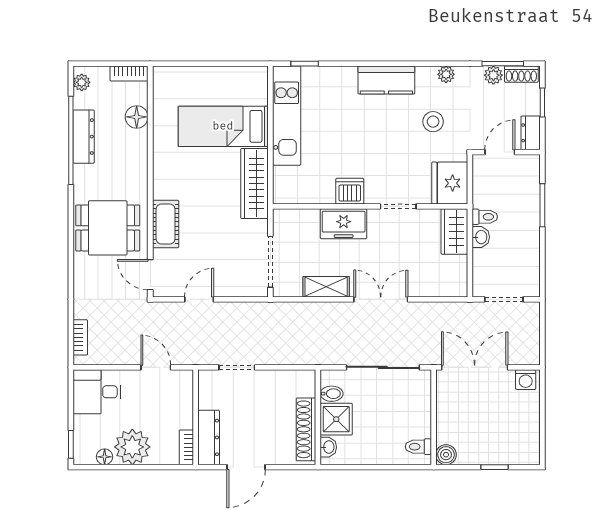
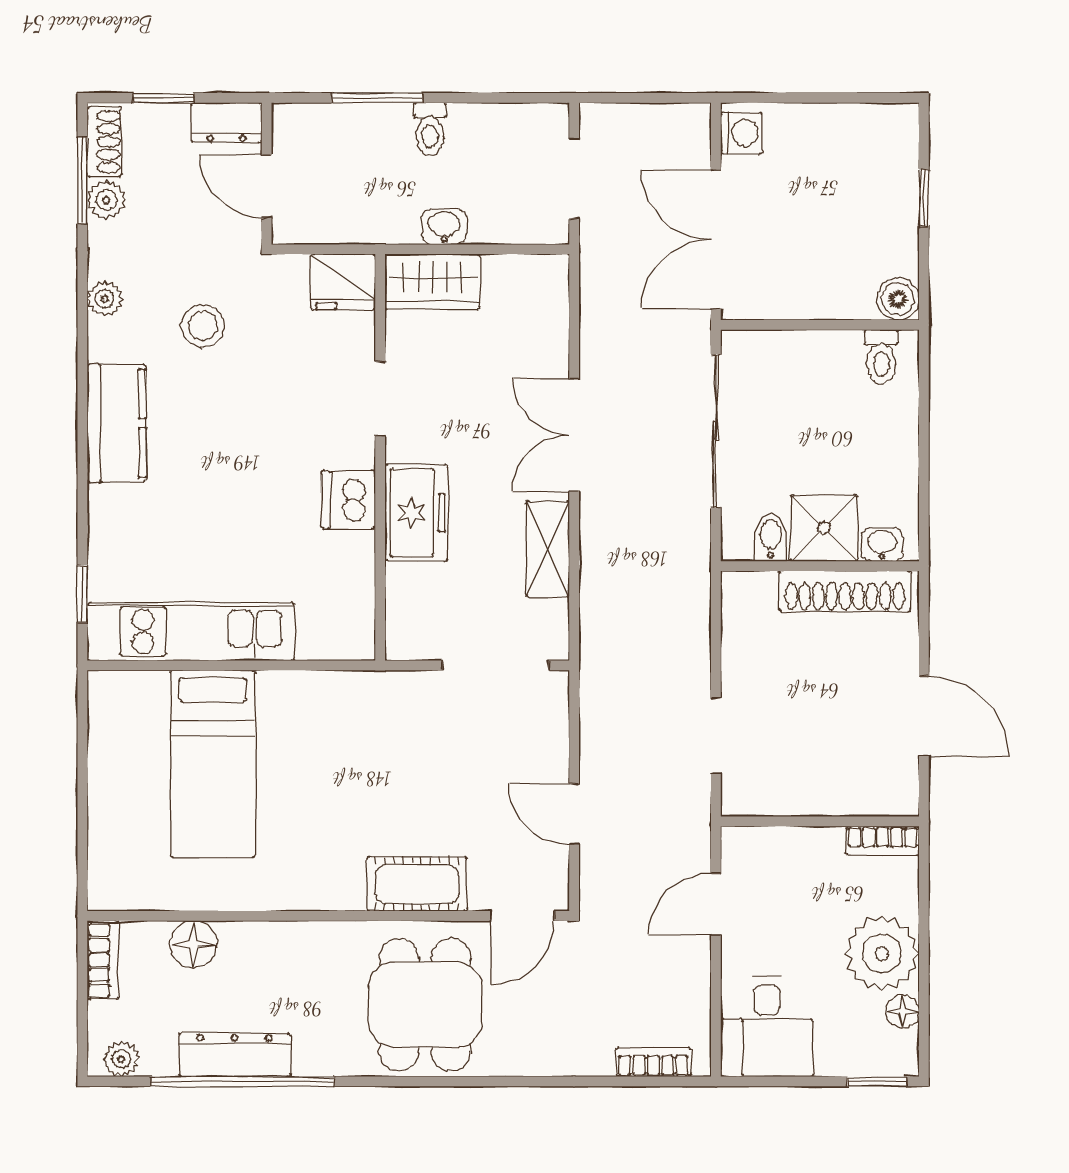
fridge: (450, 183) -> (343, 282), width x0.73, depth x0.75
wardrobe: (255, 184) -> (332, 698), removed
toilet: (485, 217) -> (430, 129), moved, turned 180
dresser: (209, 437) -> (862, 794), removed

